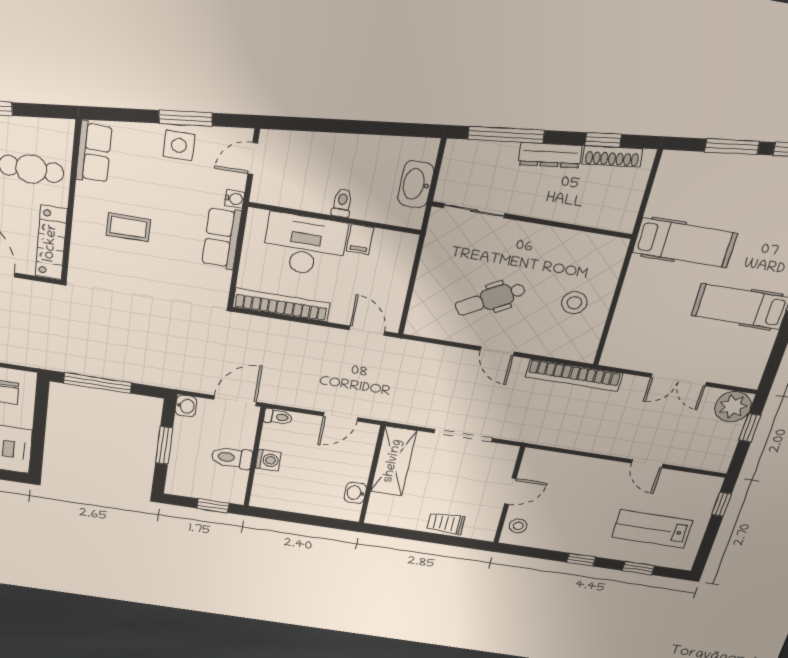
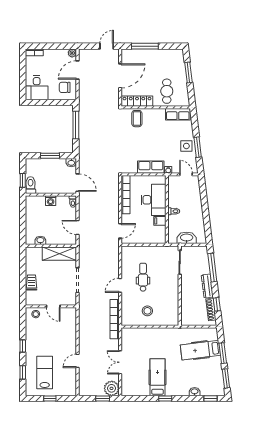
coffee table: (128, 227) -> (137, 119), moved
hospital bed: (685, 243) -> (200, 350), moved, turned 83
dental chair: (490, 299) -> (143, 277), turned 30
toilet: (232, 458) -> (31, 185), moved
window: (721, 504) -> (50, 399), moved

